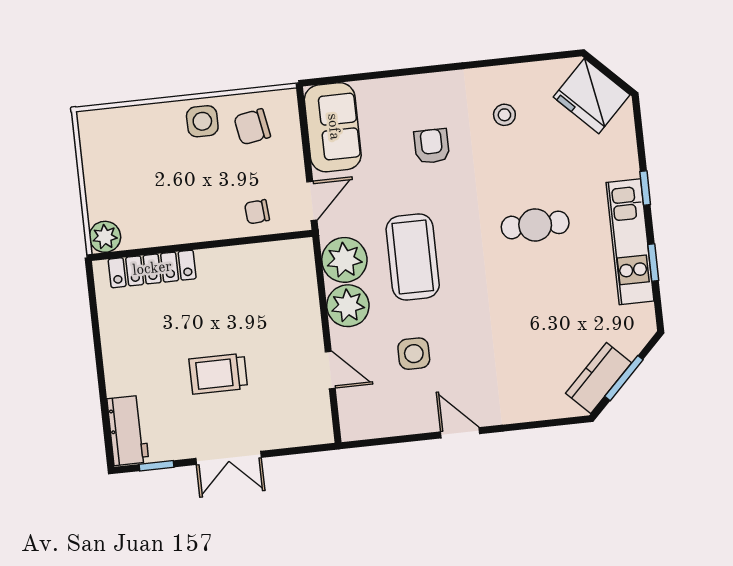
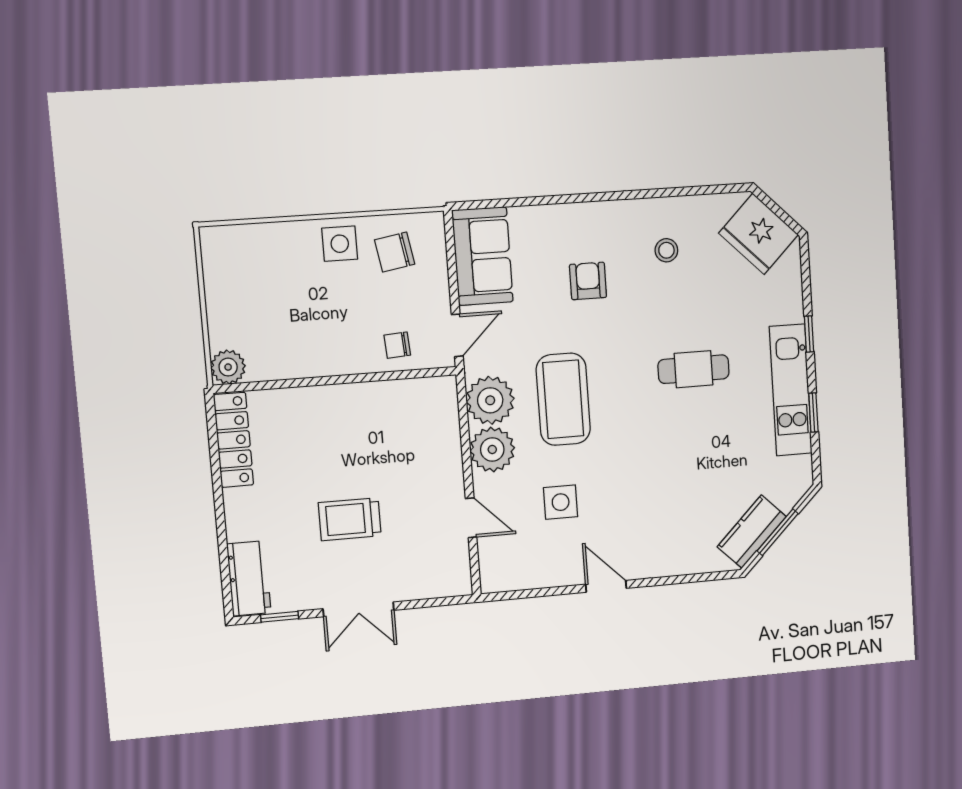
locker: (152, 269) -> (233, 440), moved, turned -90

